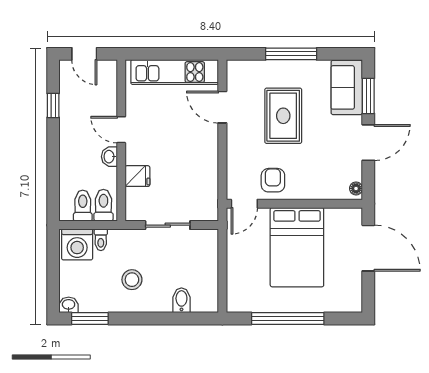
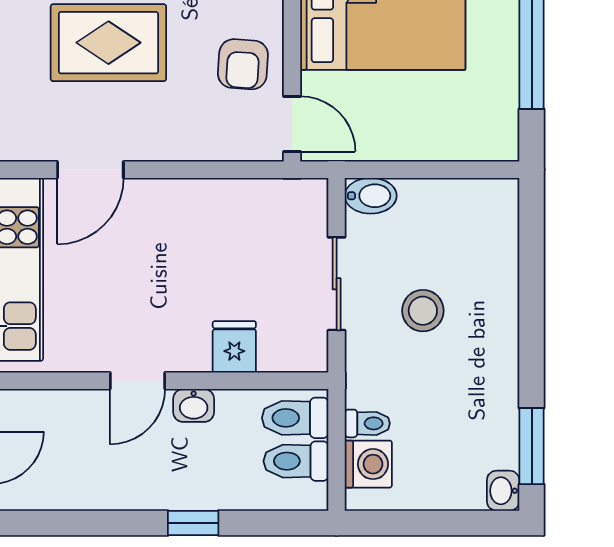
window: (53, 105) -> (193, 523), moved
armchair: (273, 180) -> (243, 64), turned -86
washing machine: (77, 244) -> (368, 464), width x0.73, depth x0.73
stool: (132, 280) -> (423, 311), moved
bidet: (181, 300) -> (371, 196), moved, turned 180

